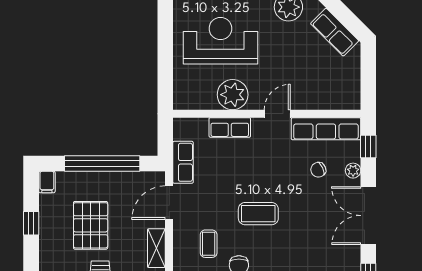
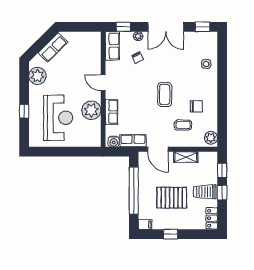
reception desk: (220, 41) -> (58, 118), turned 180
row of seats: (326, 129) -> (112, 46), width x0.68
water cooler: (182, 131) -> (114, 142), added

